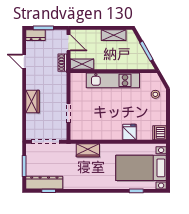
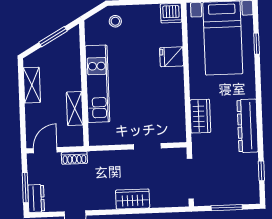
shelving: (82, 64) -> (75, 109), moved
dresser: (44, 183) -> (248, 126), moved

